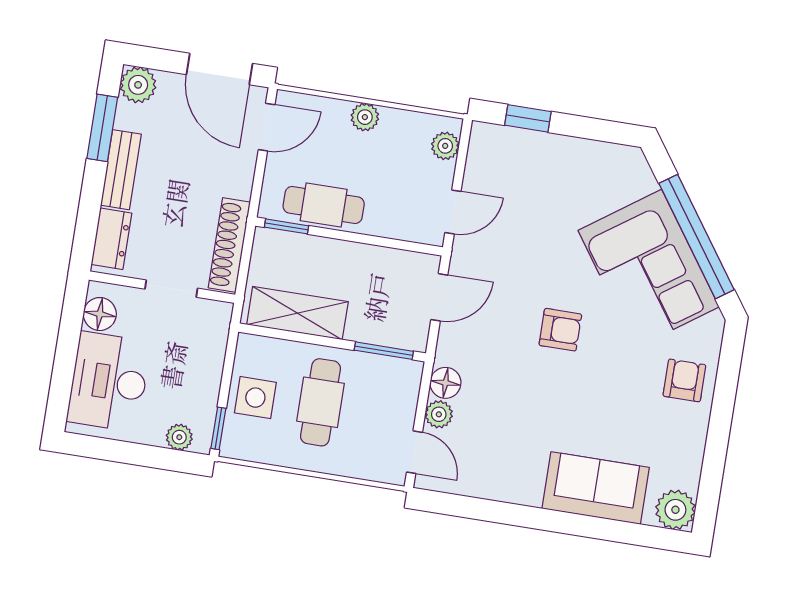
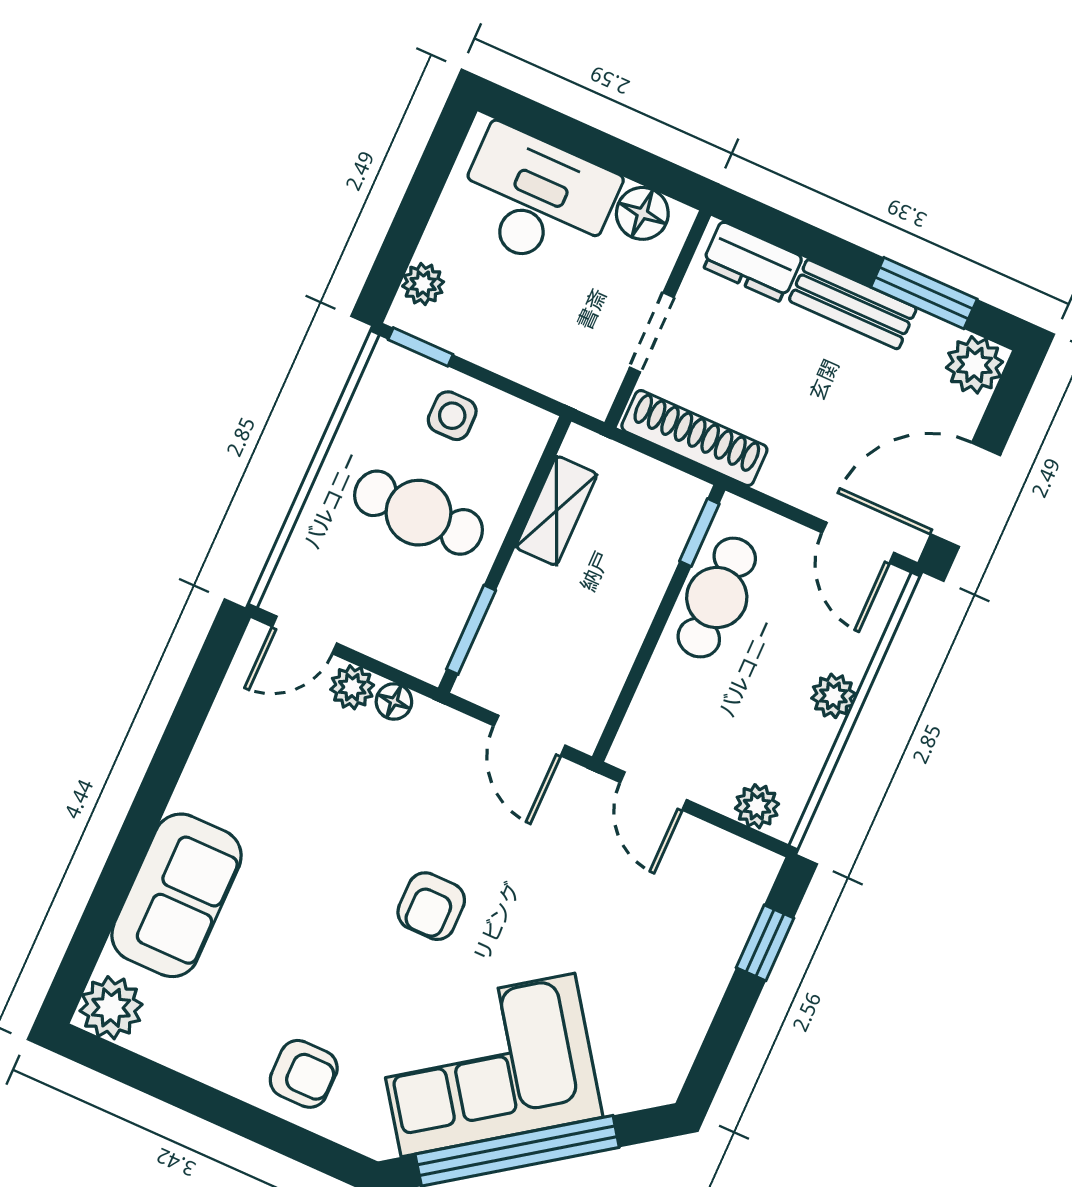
shelving: (297, 313) -> (556, 511), width x0.67, depth x0.75
floor lamp: (445, 383) -> (394, 701), width x0.73, depth x0.73
side table: (255, 398) -> (452, 416), width x0.73, depth x0.73

